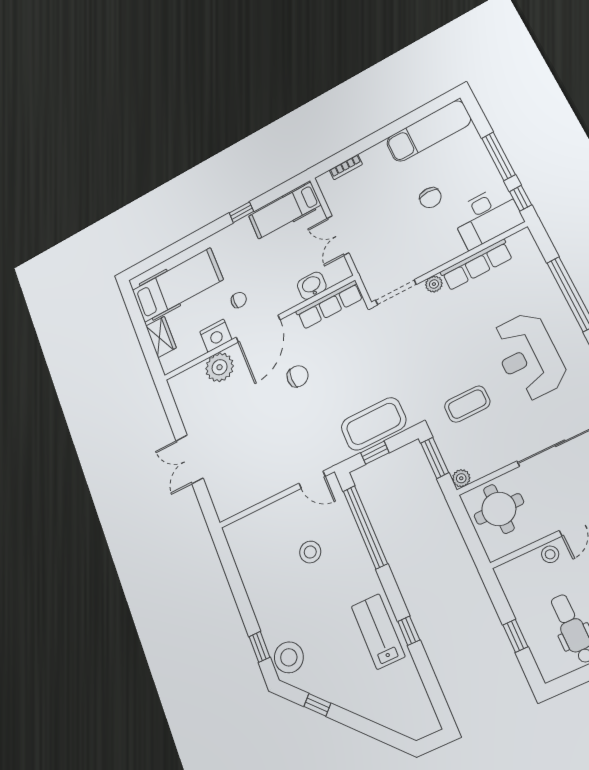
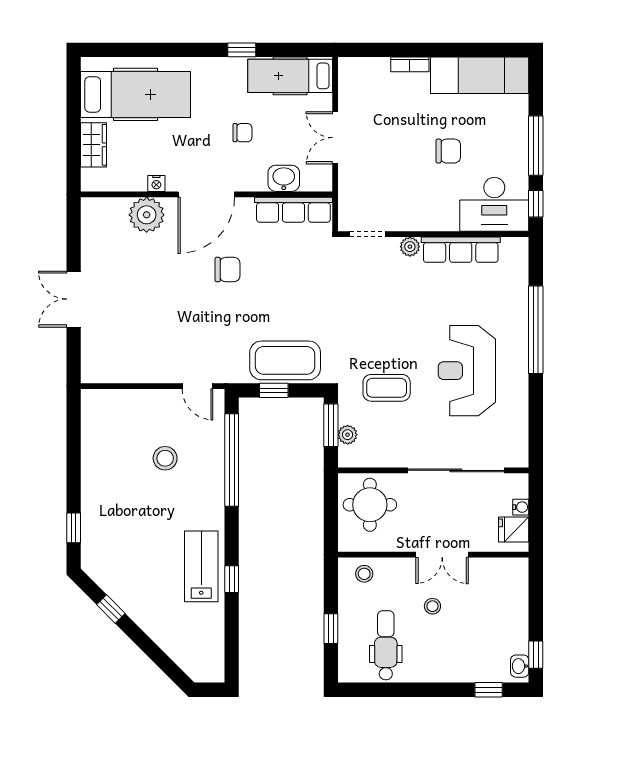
bookcase: (346, 167) -> (410, 64), moved
chair: (430, 198) -> (448, 151), turned -90
doorway: (396, 292) -> (368, 234), width x0.73
chair: (239, 300) -> (242, 133), moved
nightstand: (216, 336) -> (156, 183), width x0.53, depth x0.56
plant: (461, 478) -> (348, 435), moved
stool: (550, 554) -> (364, 574), moved
stool: (289, 657) -> (100, 551), removed

